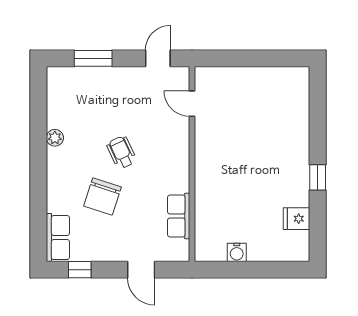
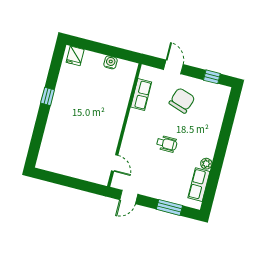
wheelchair: (122, 152) -> (167, 144), turned -65
chair: (102, 197) -> (182, 100), moved
fridge: (297, 219) -> (75, 56), moved, turned 90
row of seats: (58, 238) -> (199, 185), moved

